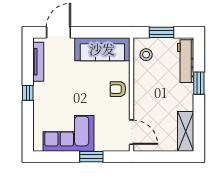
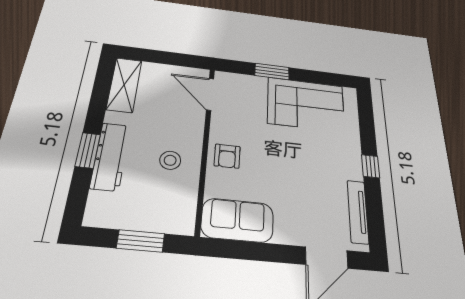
sofa: (102, 49) -> (237, 220), width x0.73
stool: (146, 55) -> (170, 160), moved
workbench: (186, 61) -> (110, 156), moved
armchair: (118, 89) -> (227, 156), turned 90

